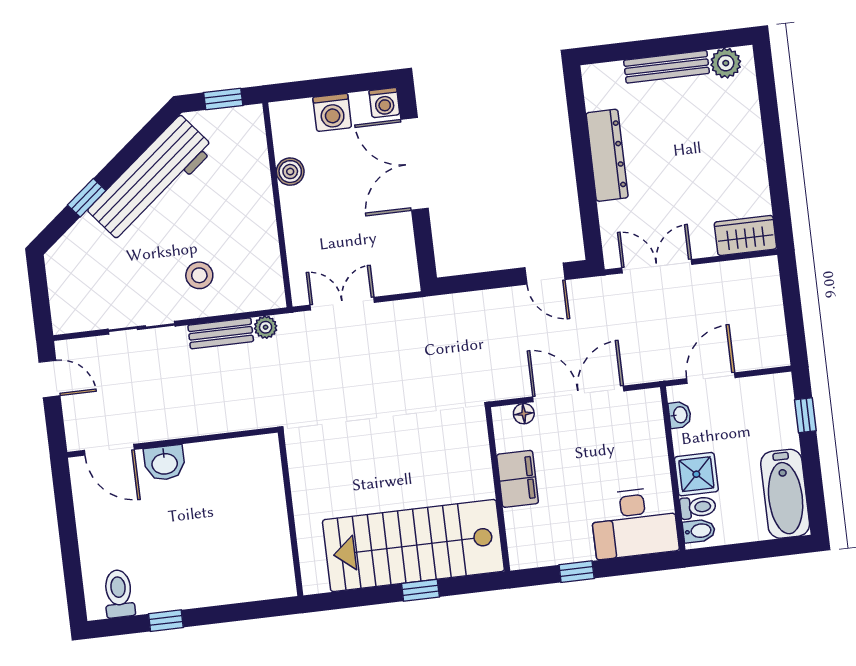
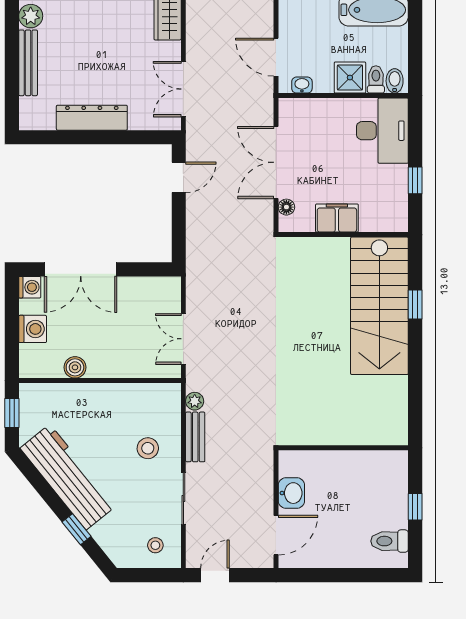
stool: (78, 299) -> (155, 545), added
wall: (291, 514) -> (343, 448), moved

